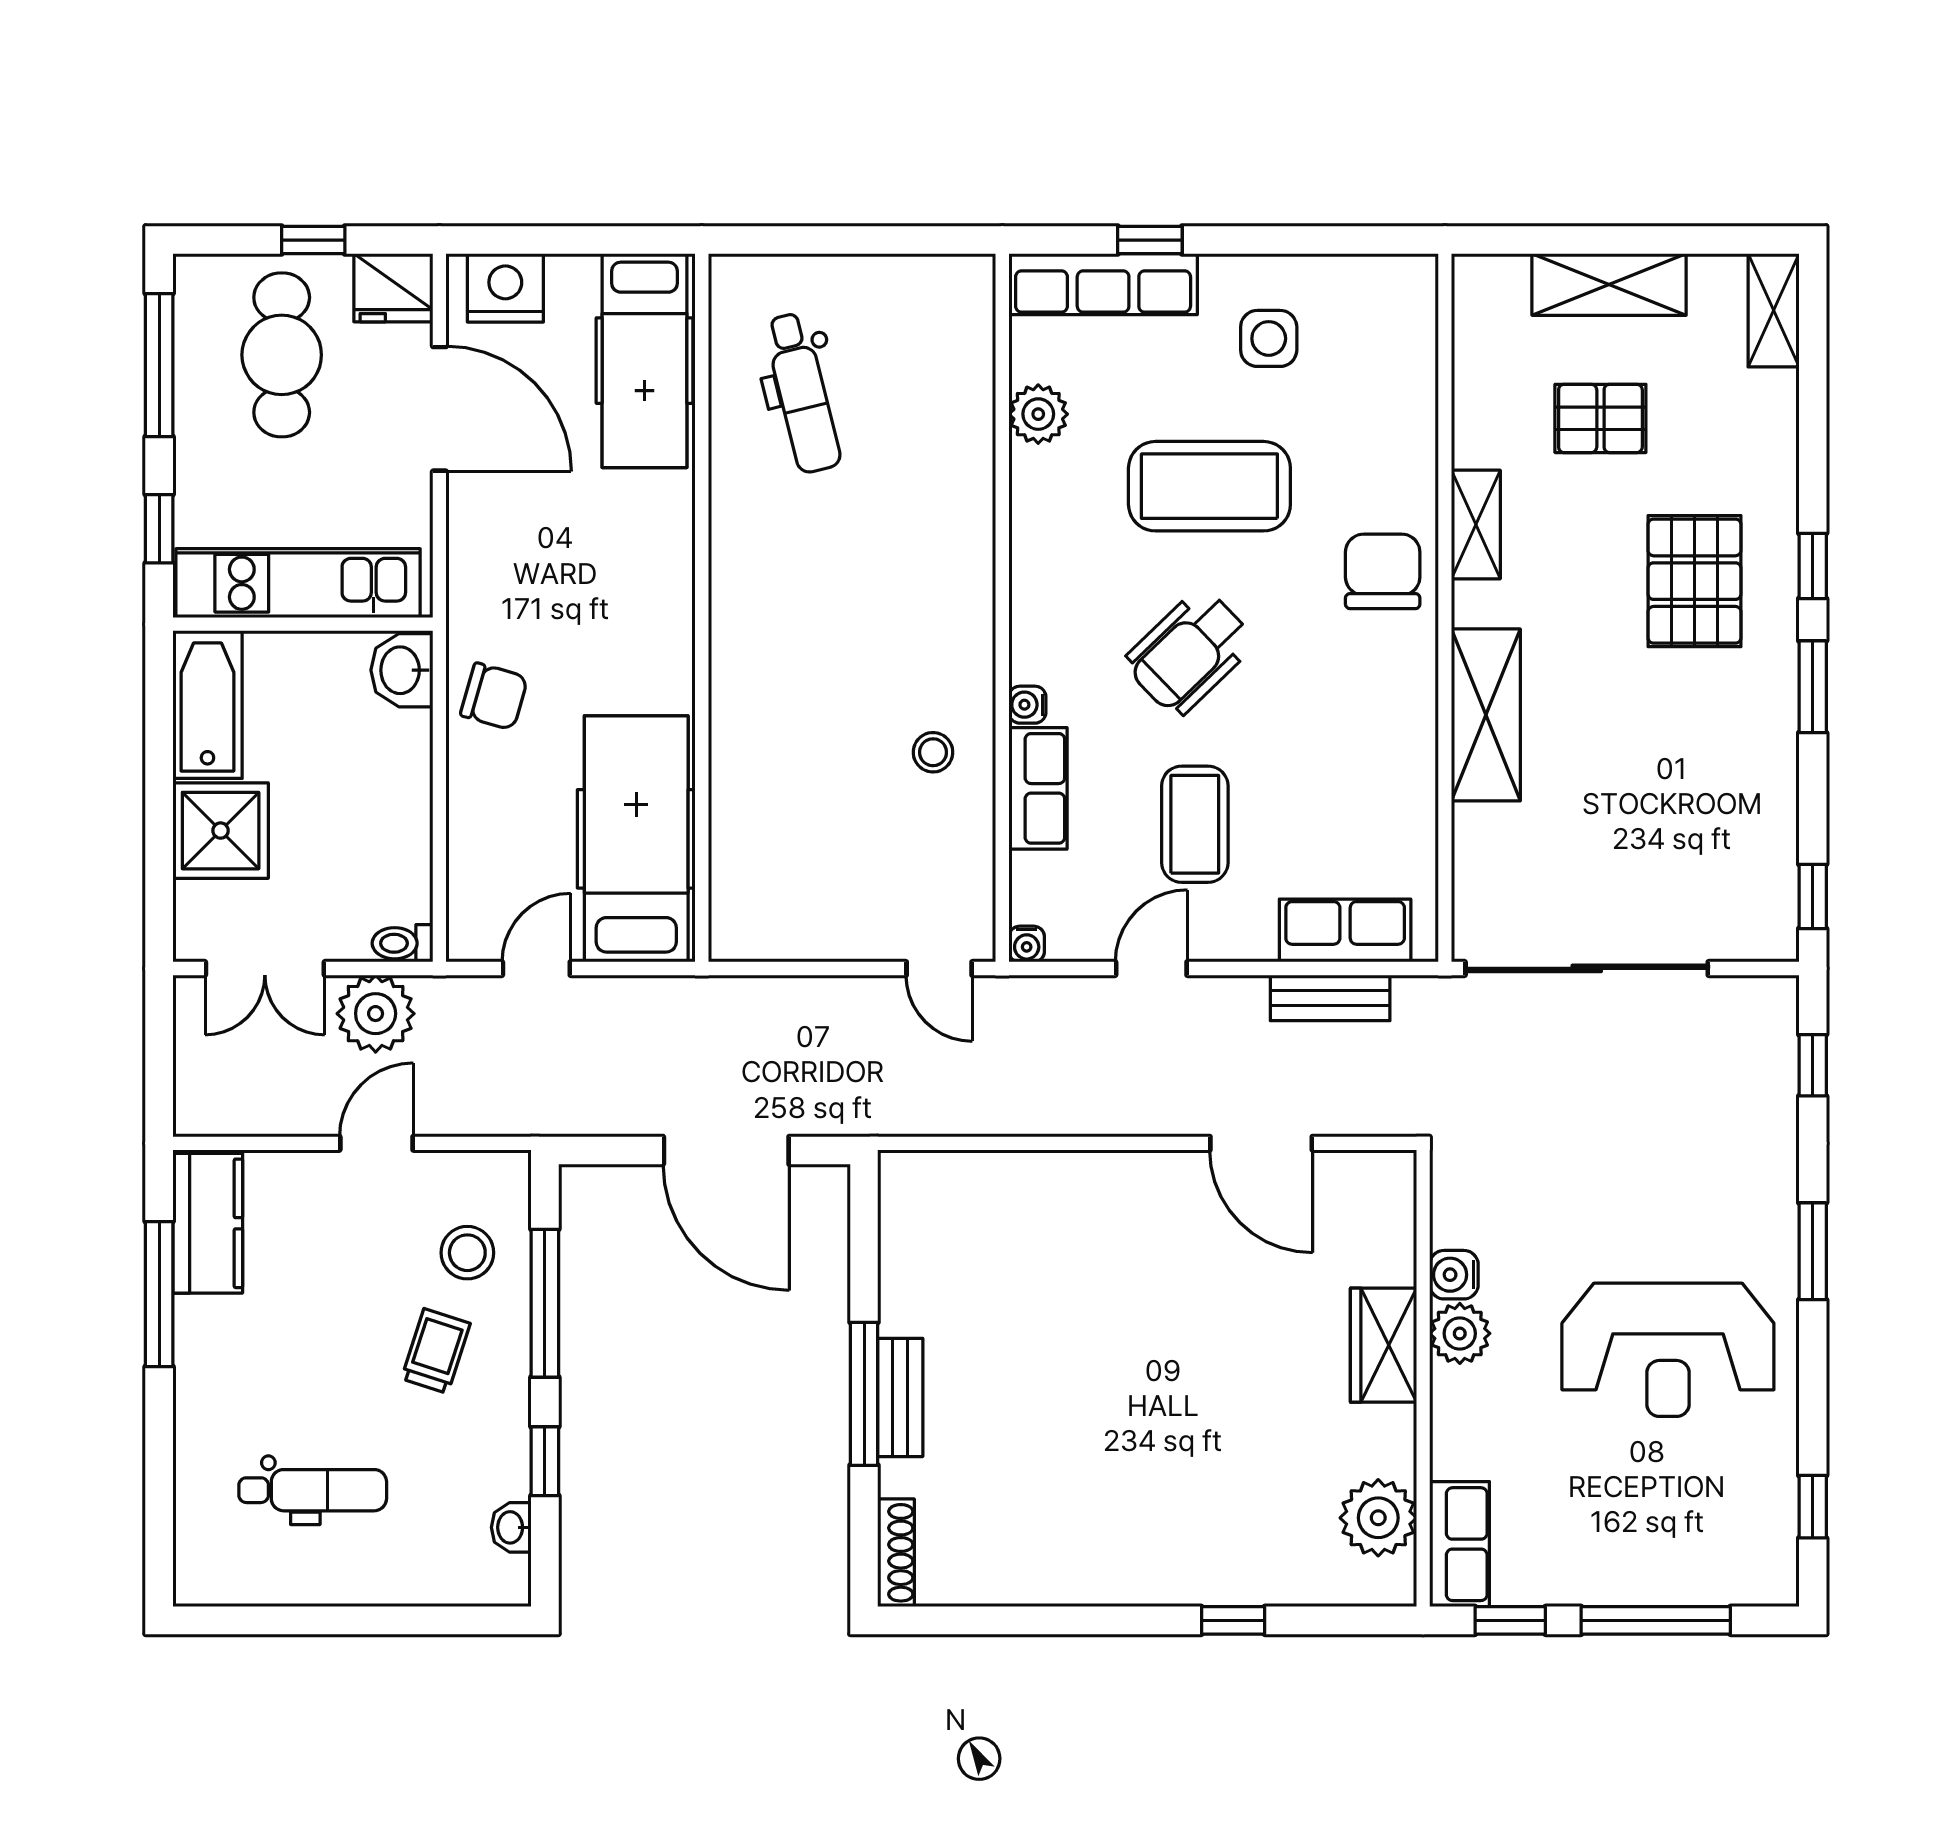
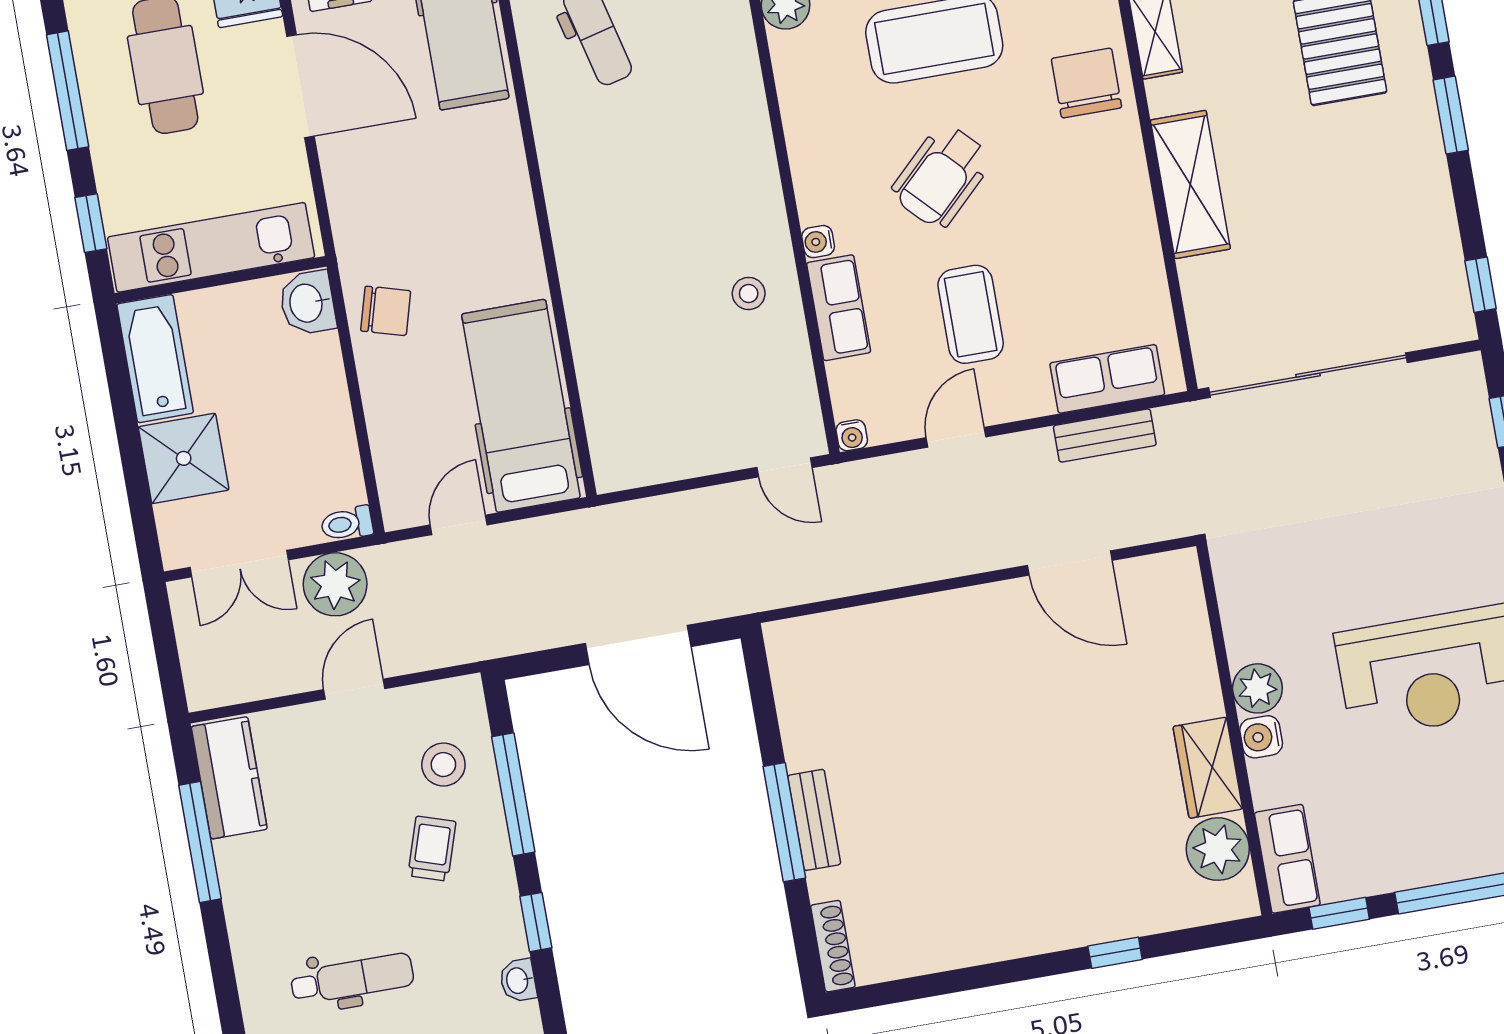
water cooler: (1454, 1275) -> (1261, 737), moved
wardrobe: (1383, 1345) -> (1208, 768), moved

